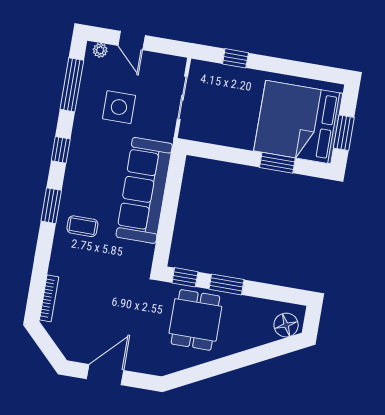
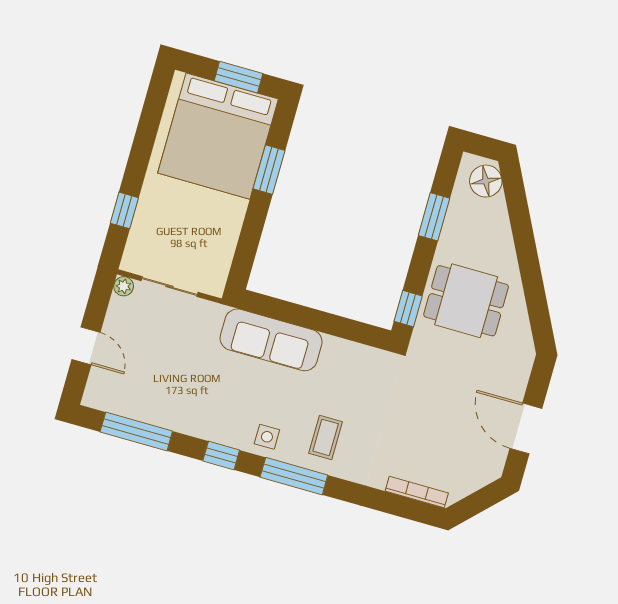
door: (132, 41) -> (86, 346), hinge flipped
plant: (100, 50) -> (124, 286), moved
side table: (119, 107) -> (267, 437), moved, width x0.54, depth x0.54
sofa: (144, 190) -> (271, 340), width x0.74, depth x0.79
window: (51, 206) -> (294, 476), width x1.44
window: (227, 284) -> (434, 217), moved

